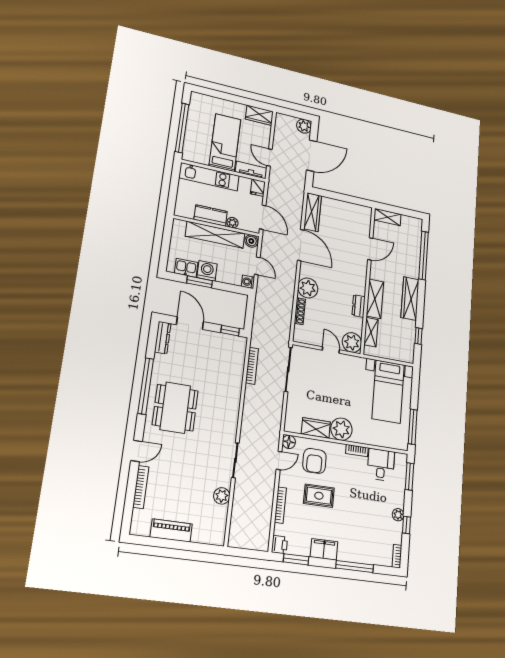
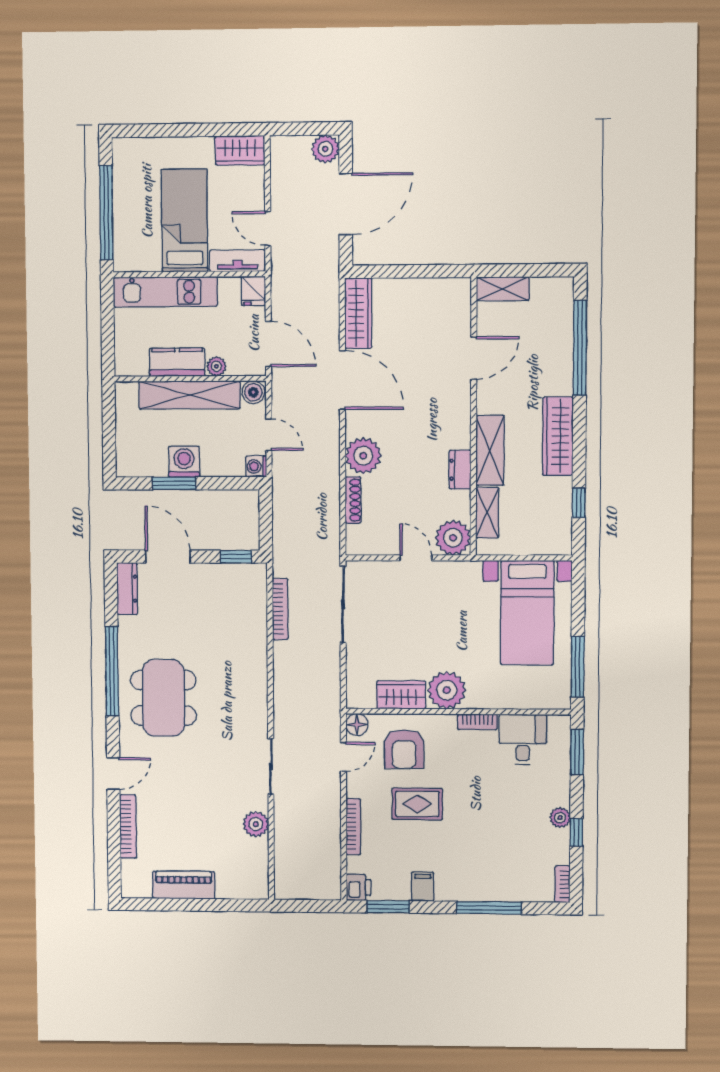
kitchen sink: (186, 268) -> (148, 464), removed
filing cabinet: (324, 549) -> (423, 887), width x0.50

